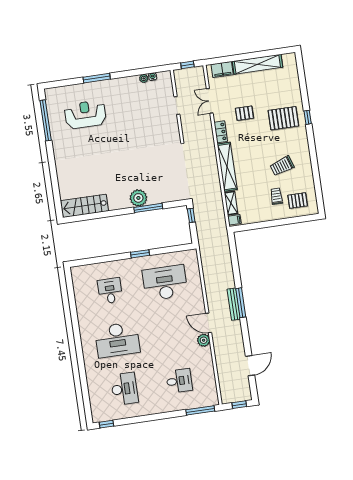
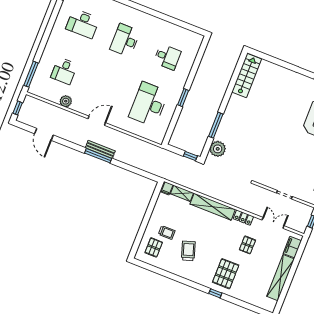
plant: (138, 198) -> (218, 149), moved
desk: (165, 283) -> (149, 104), turned 180
desk: (117, 340) -> (125, 40), width x0.73, depth x0.77
plant: (204, 340) -> (66, 101), moved

